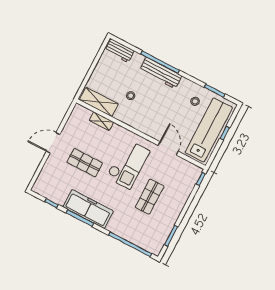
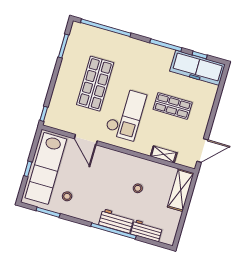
workbench: (120, 51) -> (146, 231), moved
workbench: (161, 73) -> (116, 221), width x0.73
shelving: (99, 102) -> (181, 190), moved, turned 90
door: (53, 143) -> (202, 151), moved
checkout: (128, 164) -> (126, 114), turned 180
shop shelf: (150, 197) -> (95, 84), width x1.43, depth x1.36
freezer: (88, 209) -> (197, 68), moved

